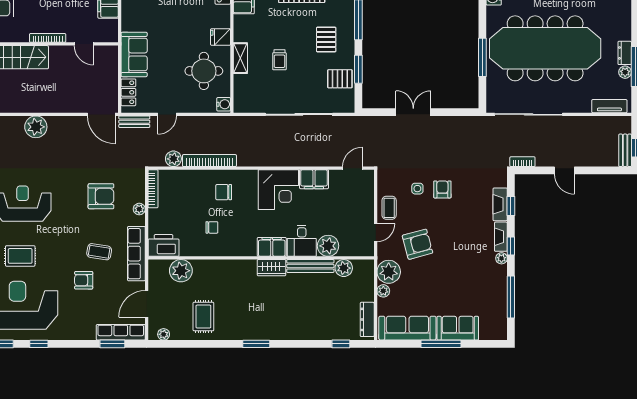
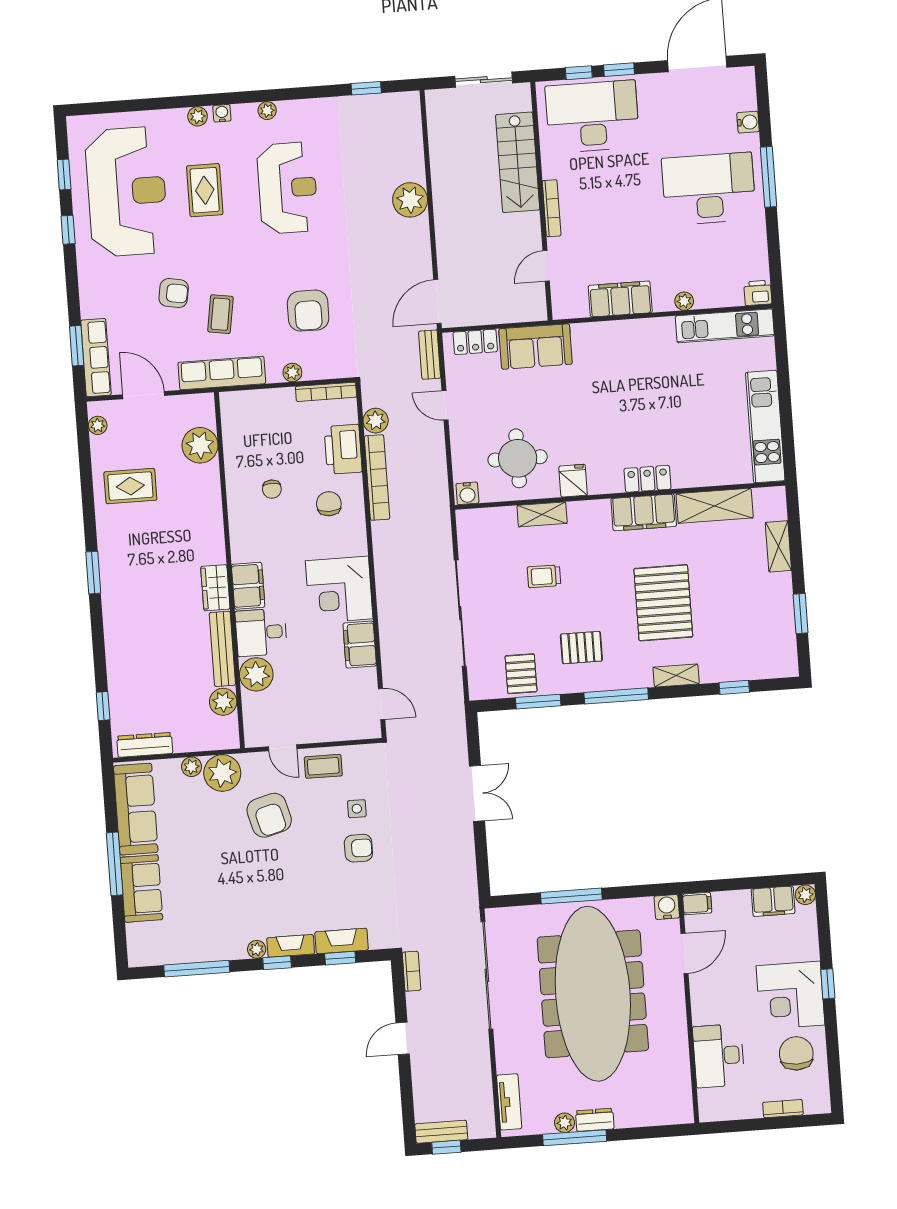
printer: (164, 245) -> (343, 449), moved, turned 180
armchair: (84, 280) -> (174, 293), turned 100

